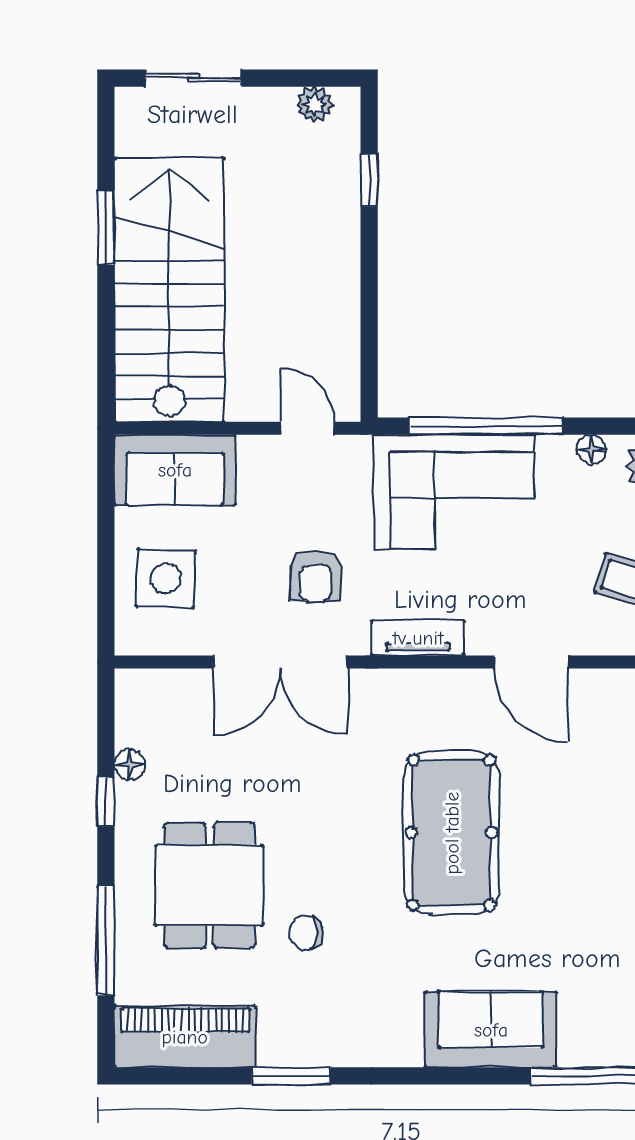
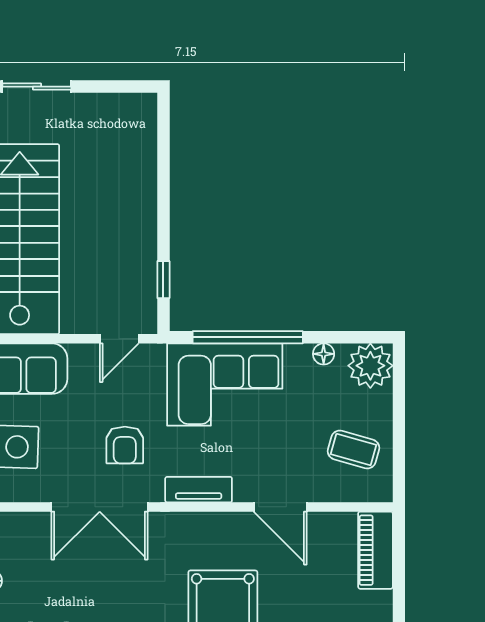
plant: (315, 104) -> (124, 106), removed
window: (369, 180) -> (163, 280), moved
door: (308, 428) -> (119, 339), swing flipped

